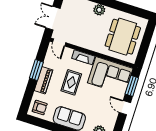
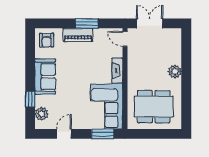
door: (59, 42) -> (125, 39), hinge flipped
rug: (71, 82) -> (85, 66), removed
door: (125, 108) -> (64, 134), moved

